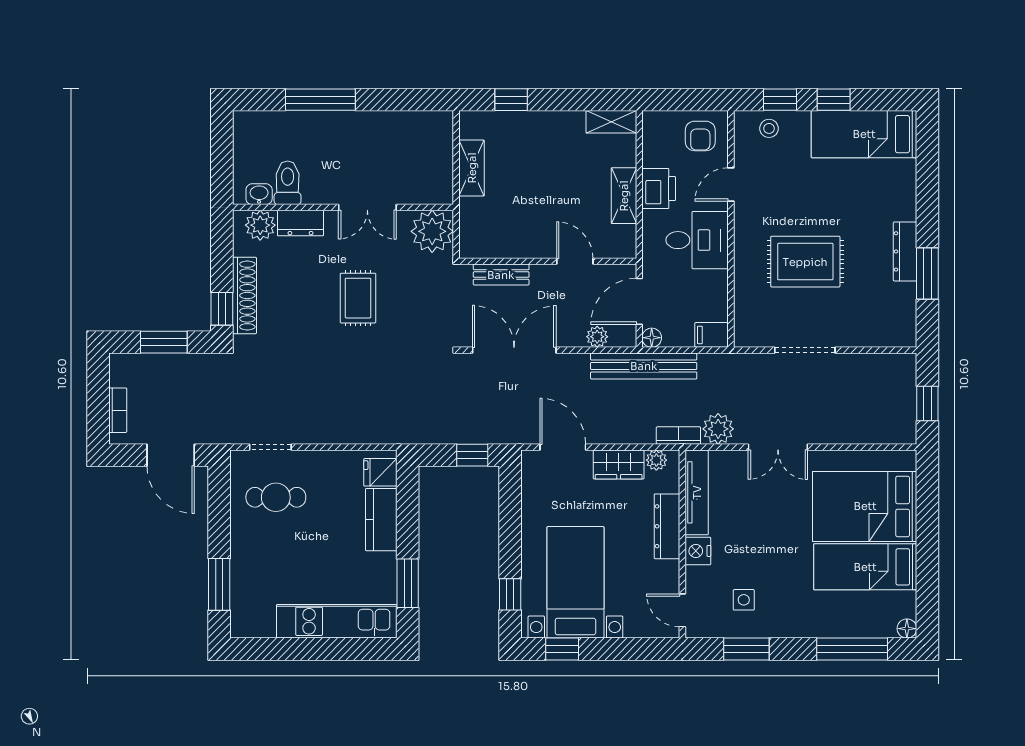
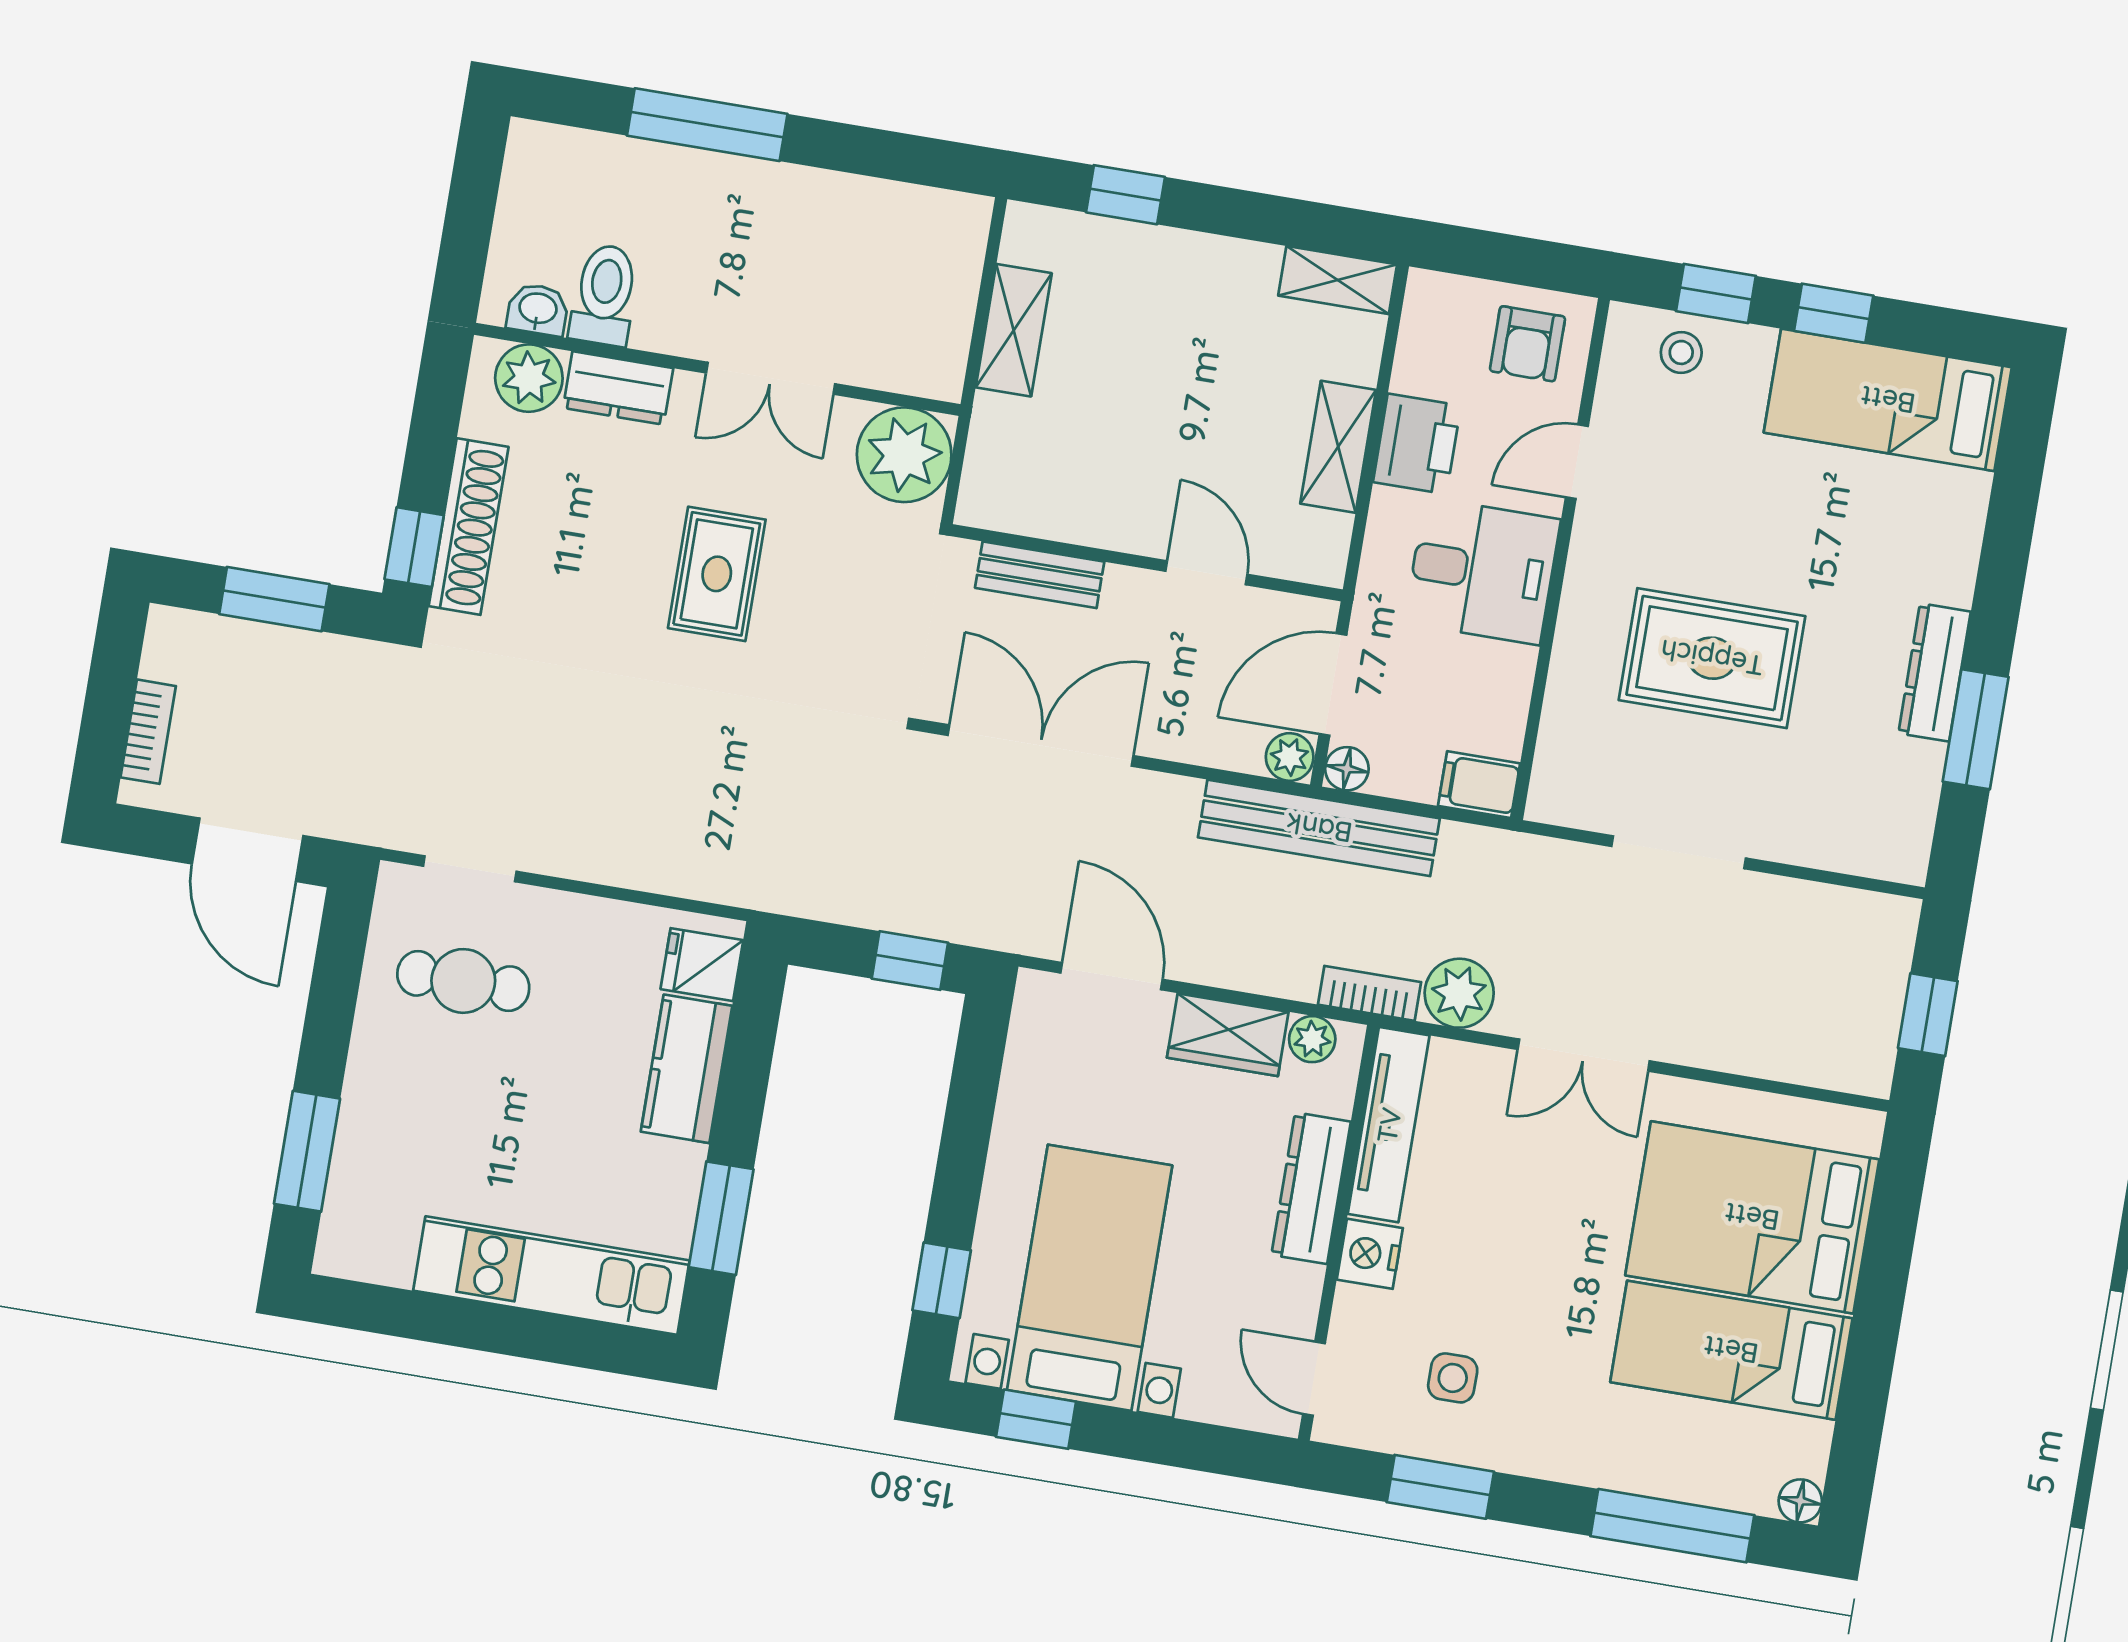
plant: (597, 337) -> (1290, 757), moved

